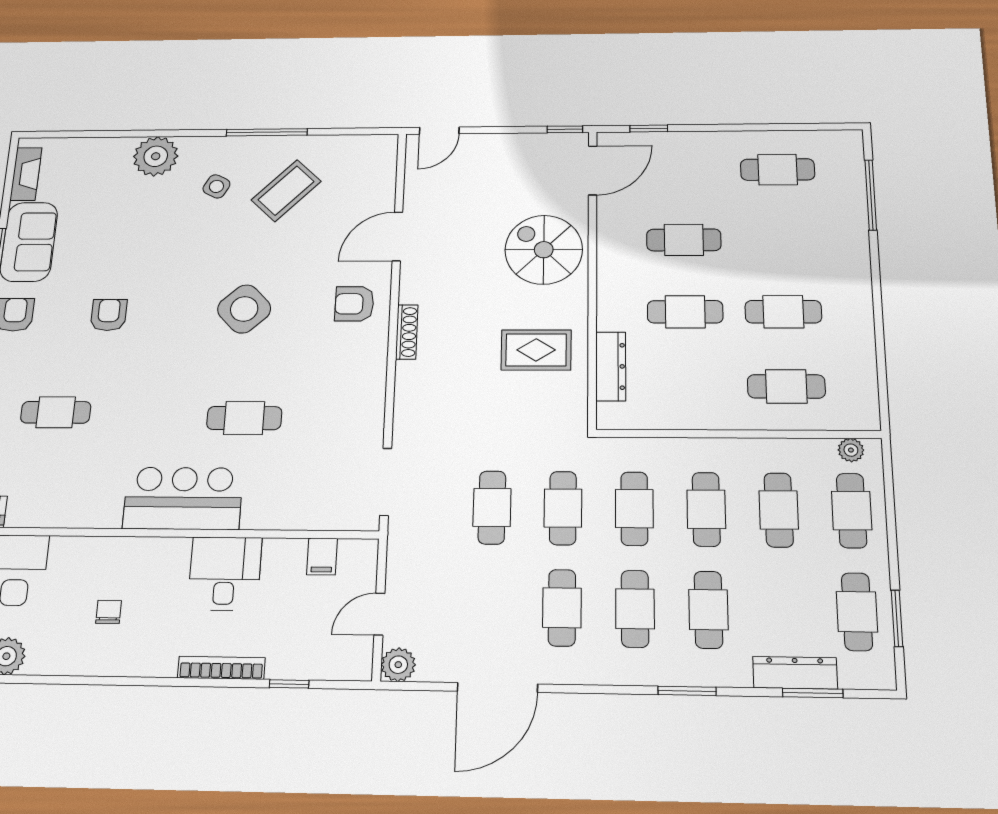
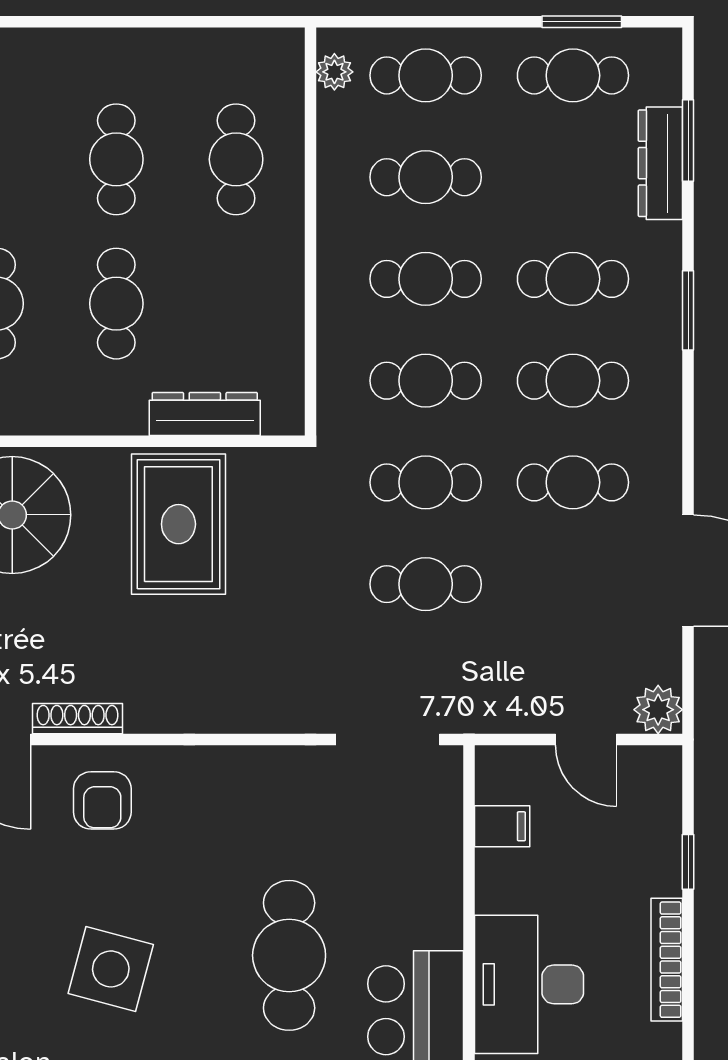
side table: (244, 309) -> (111, 969), turned -32
shoe rack: (407, 332) -> (78, 719), moved
rug: (536, 350) -> (178, 524), width x1.36, depth x1.43
cafe table: (244, 418) -> (289, 955), width x1.37, depth x1.35
desk: (225, 574) -> (529, 984), width x1.37

